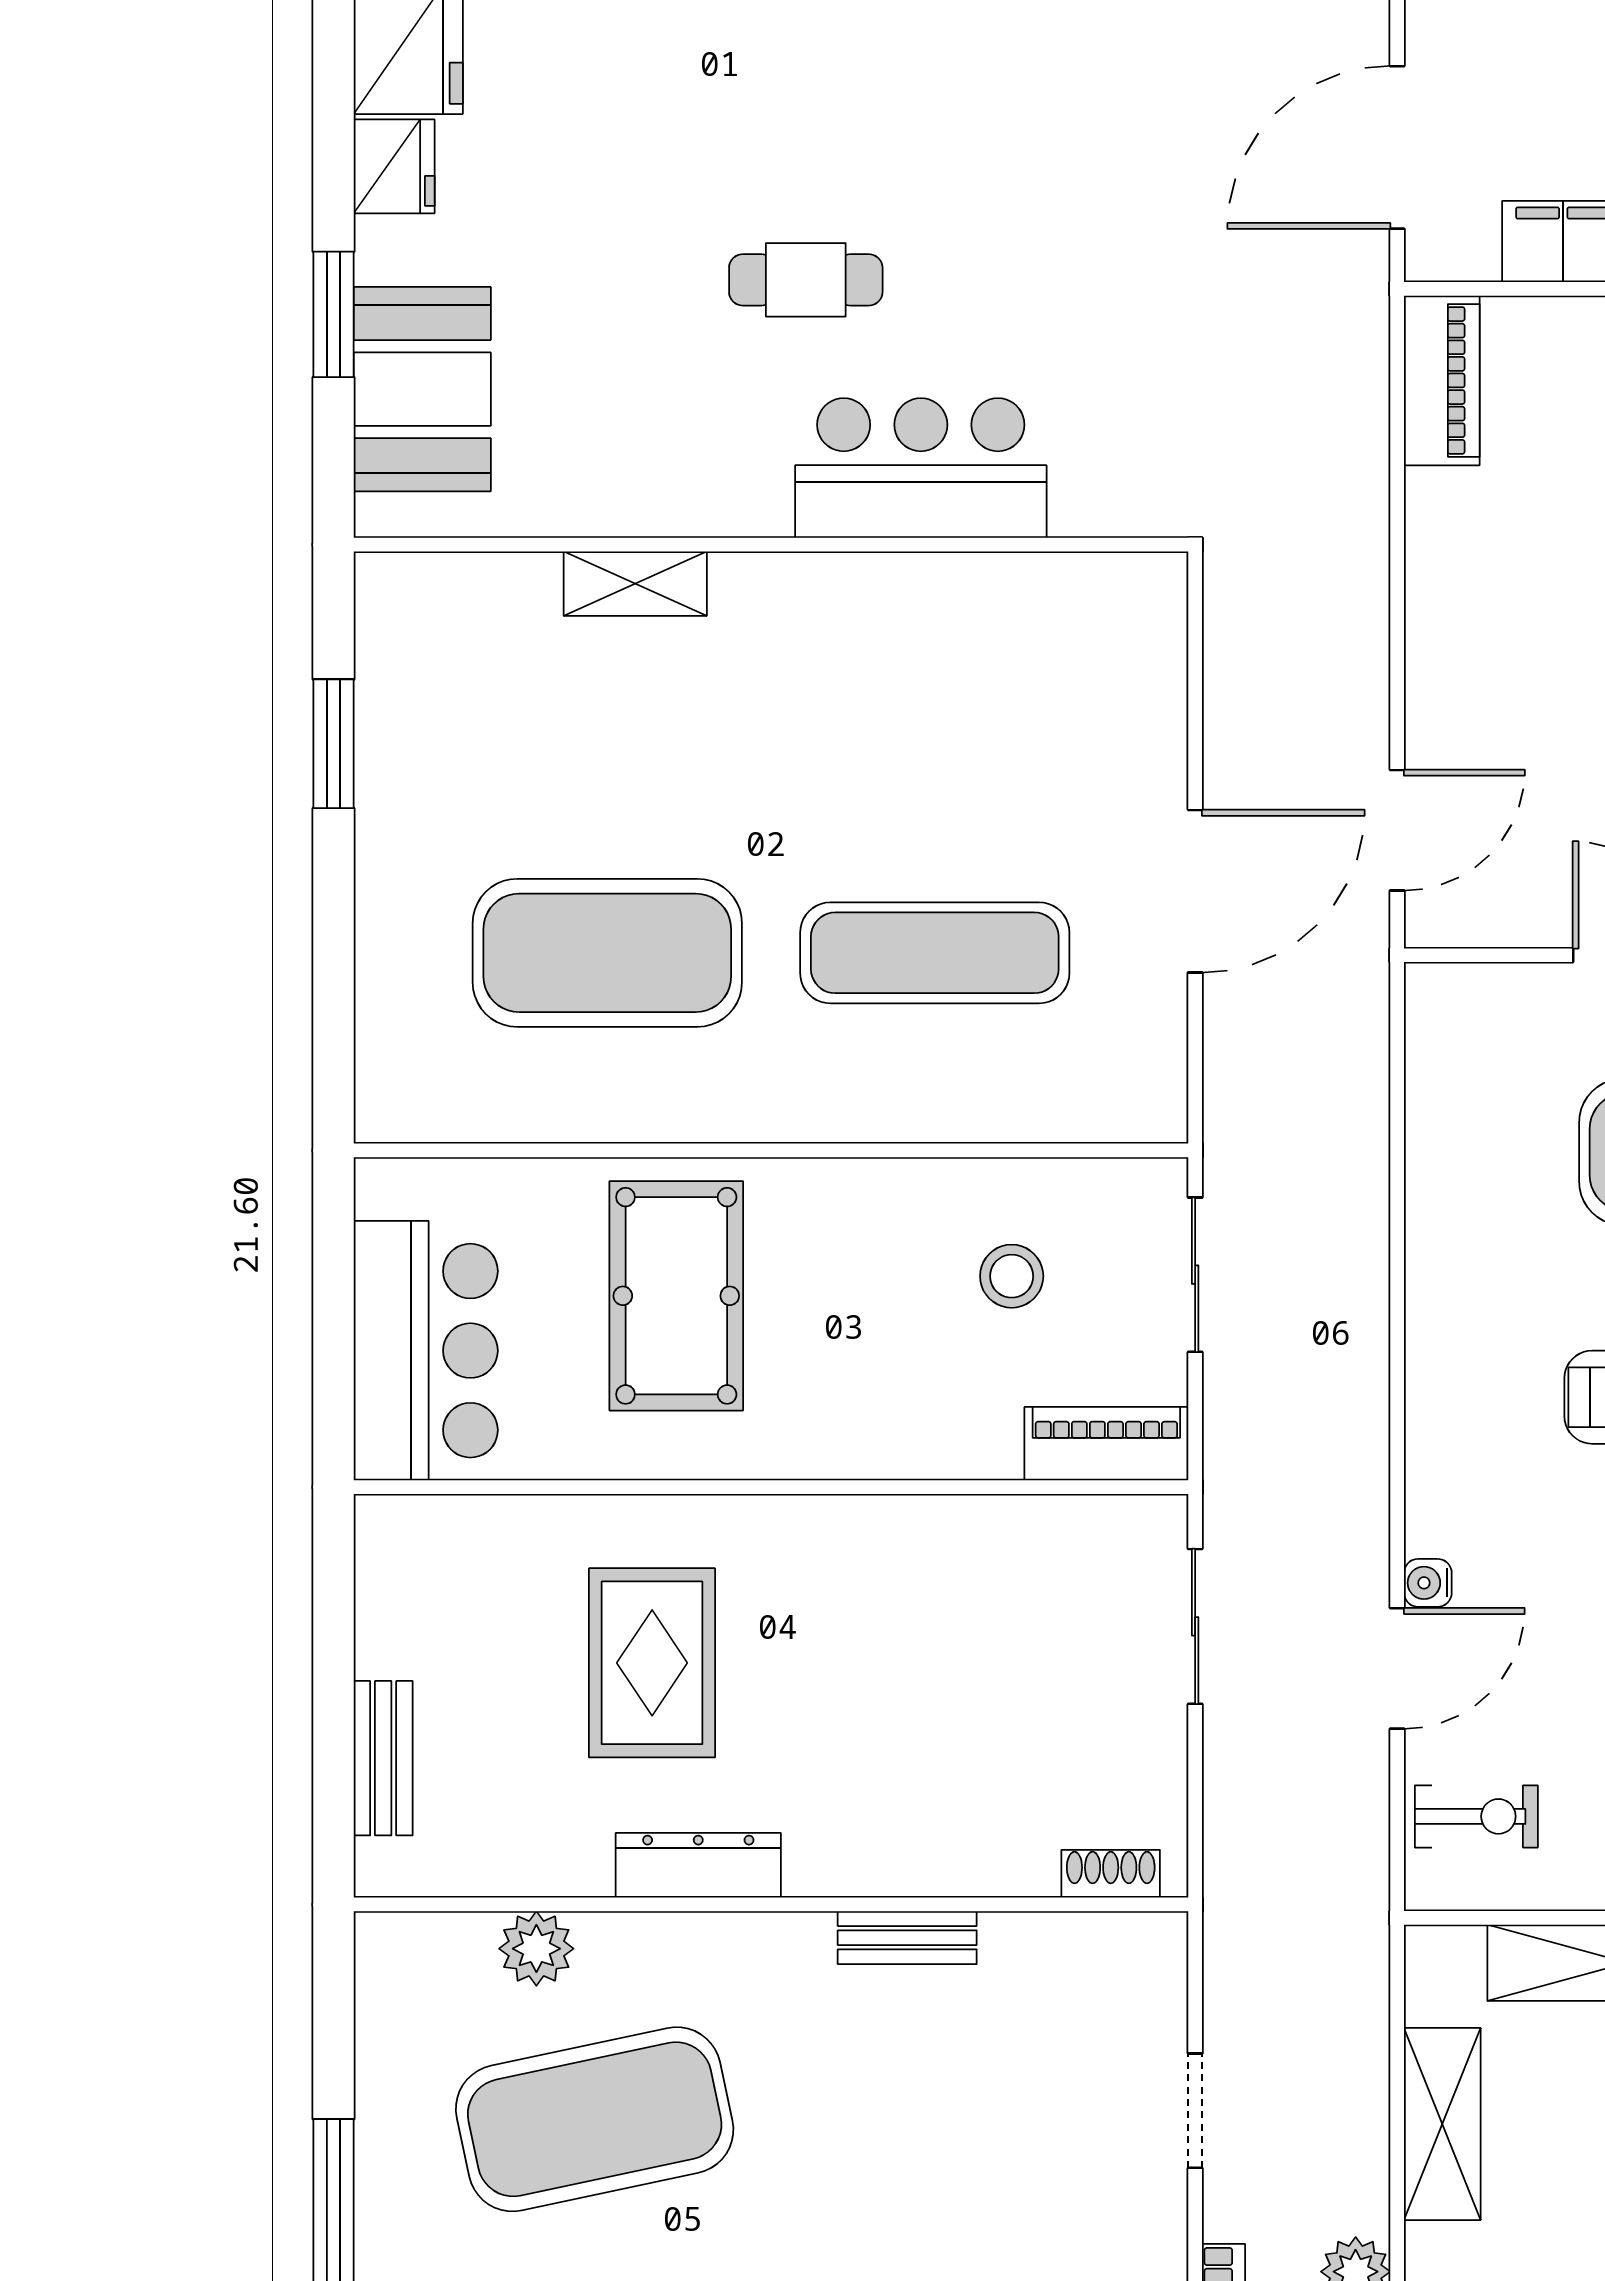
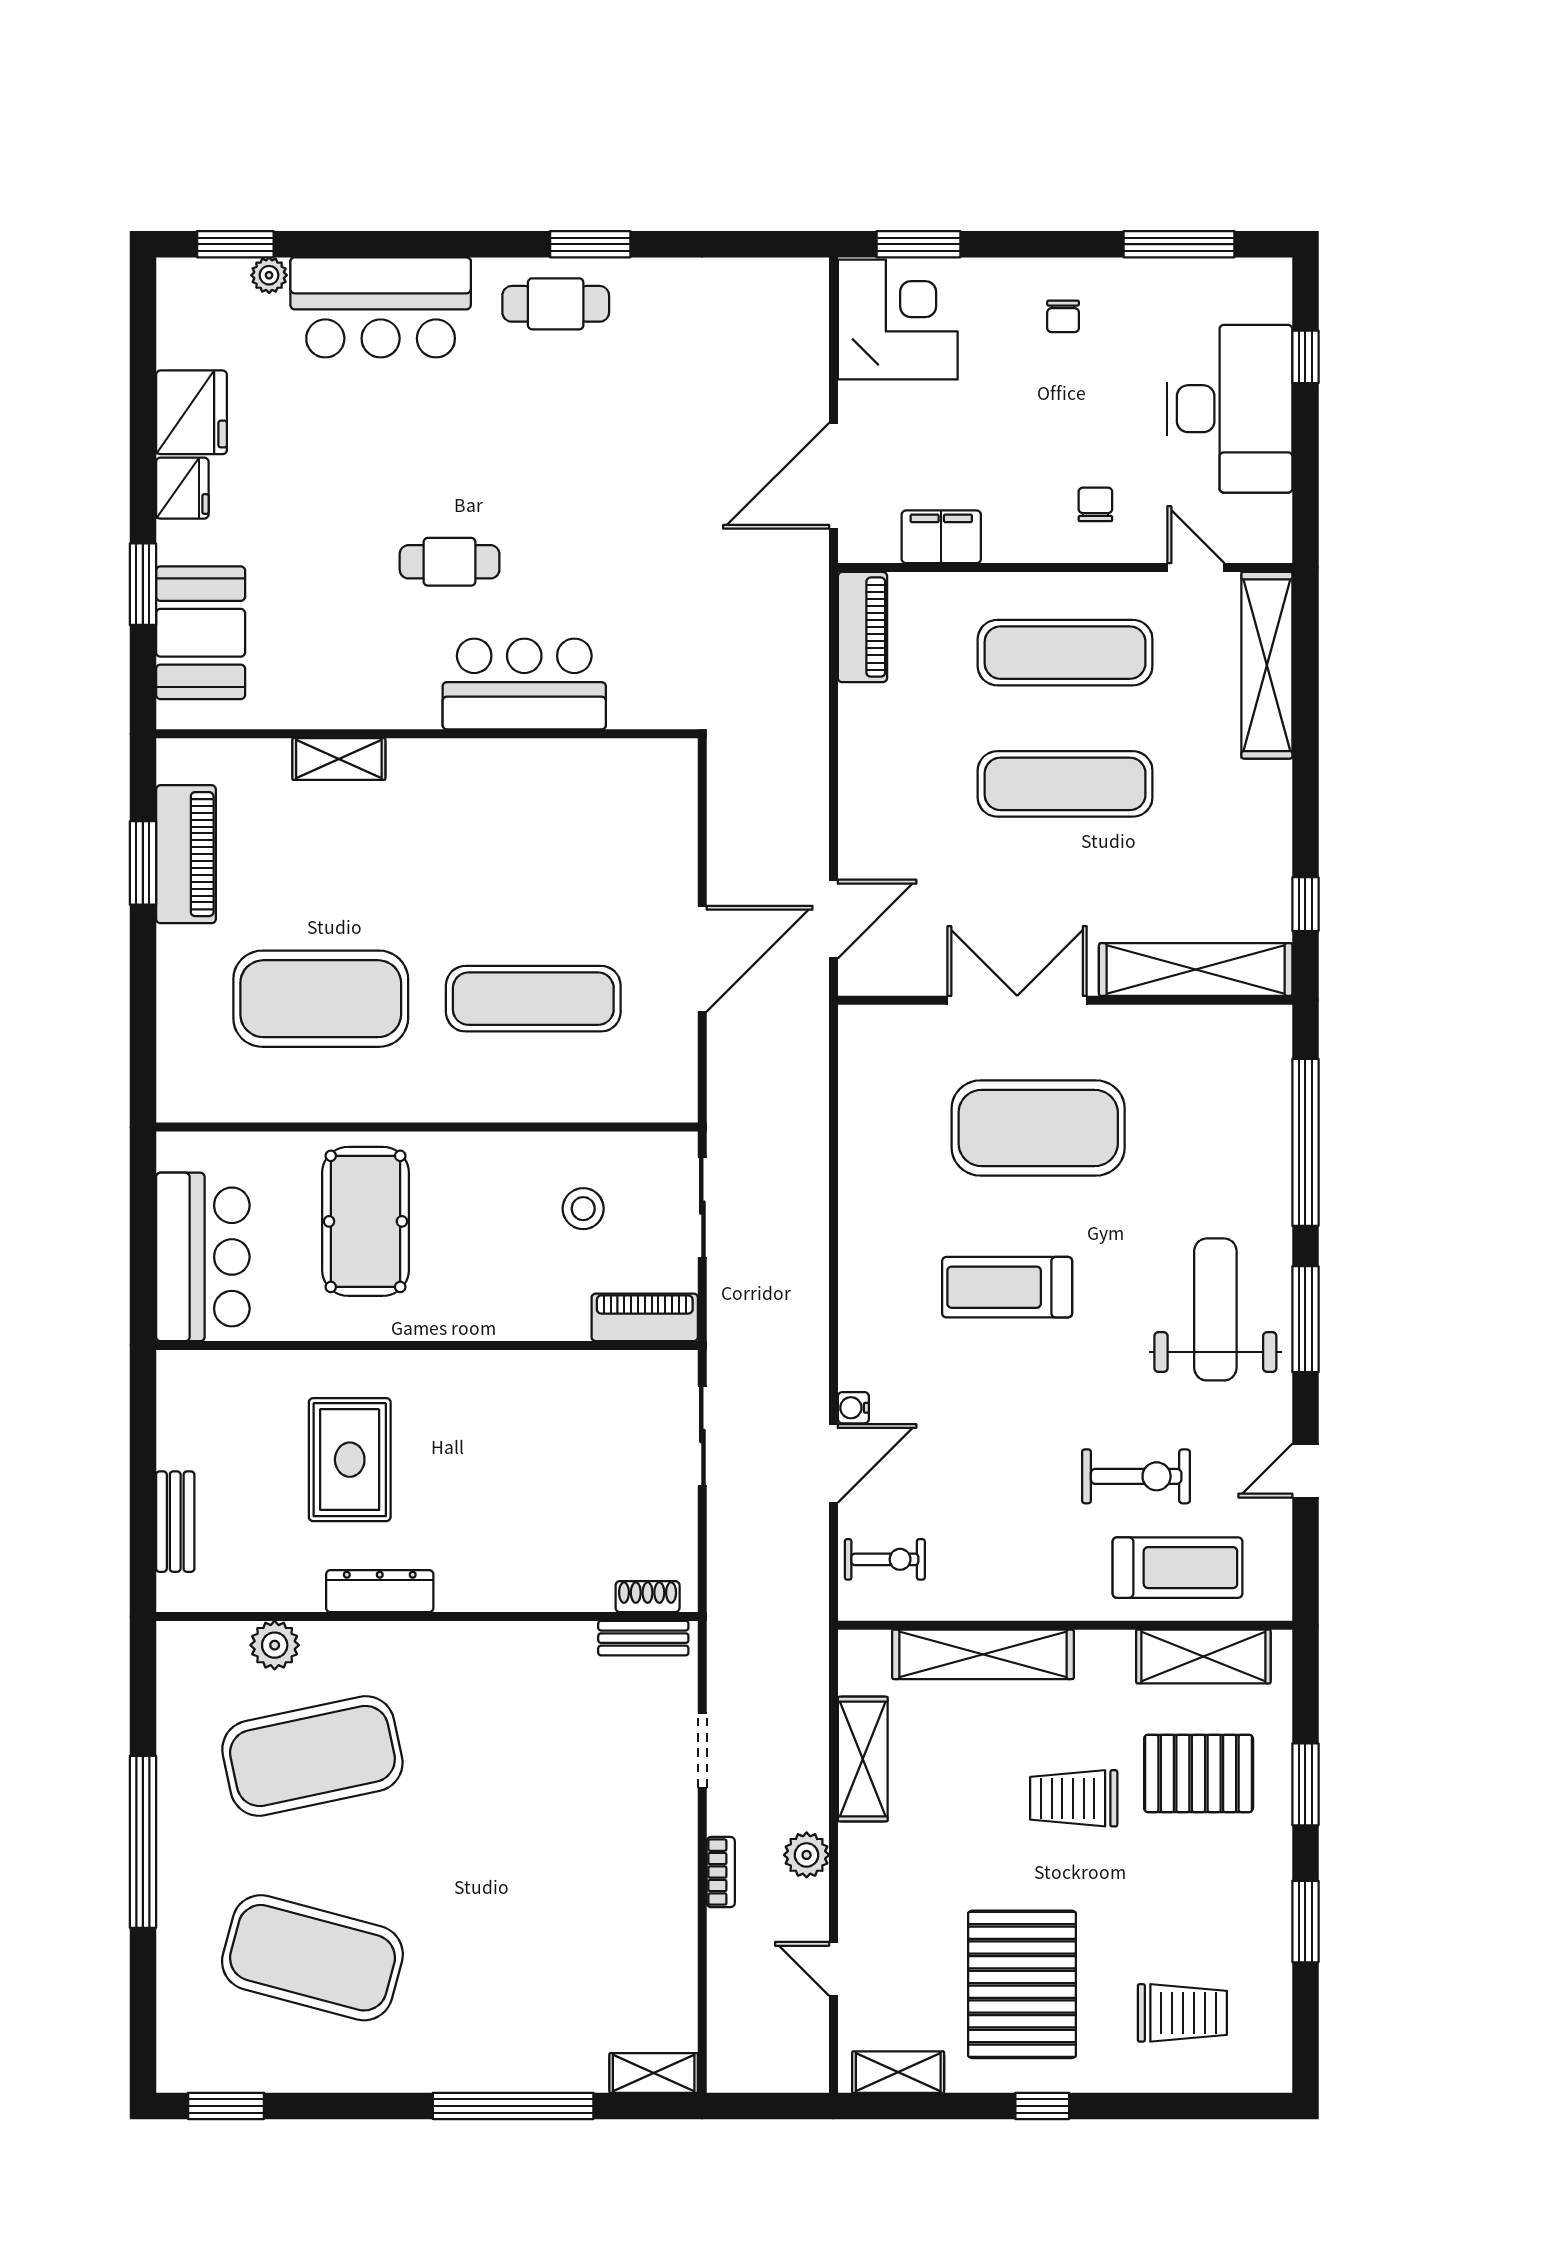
piano: (400, 730) -> (186, 854), added
bench: (907, 1938) -> (643, 1638), moved

